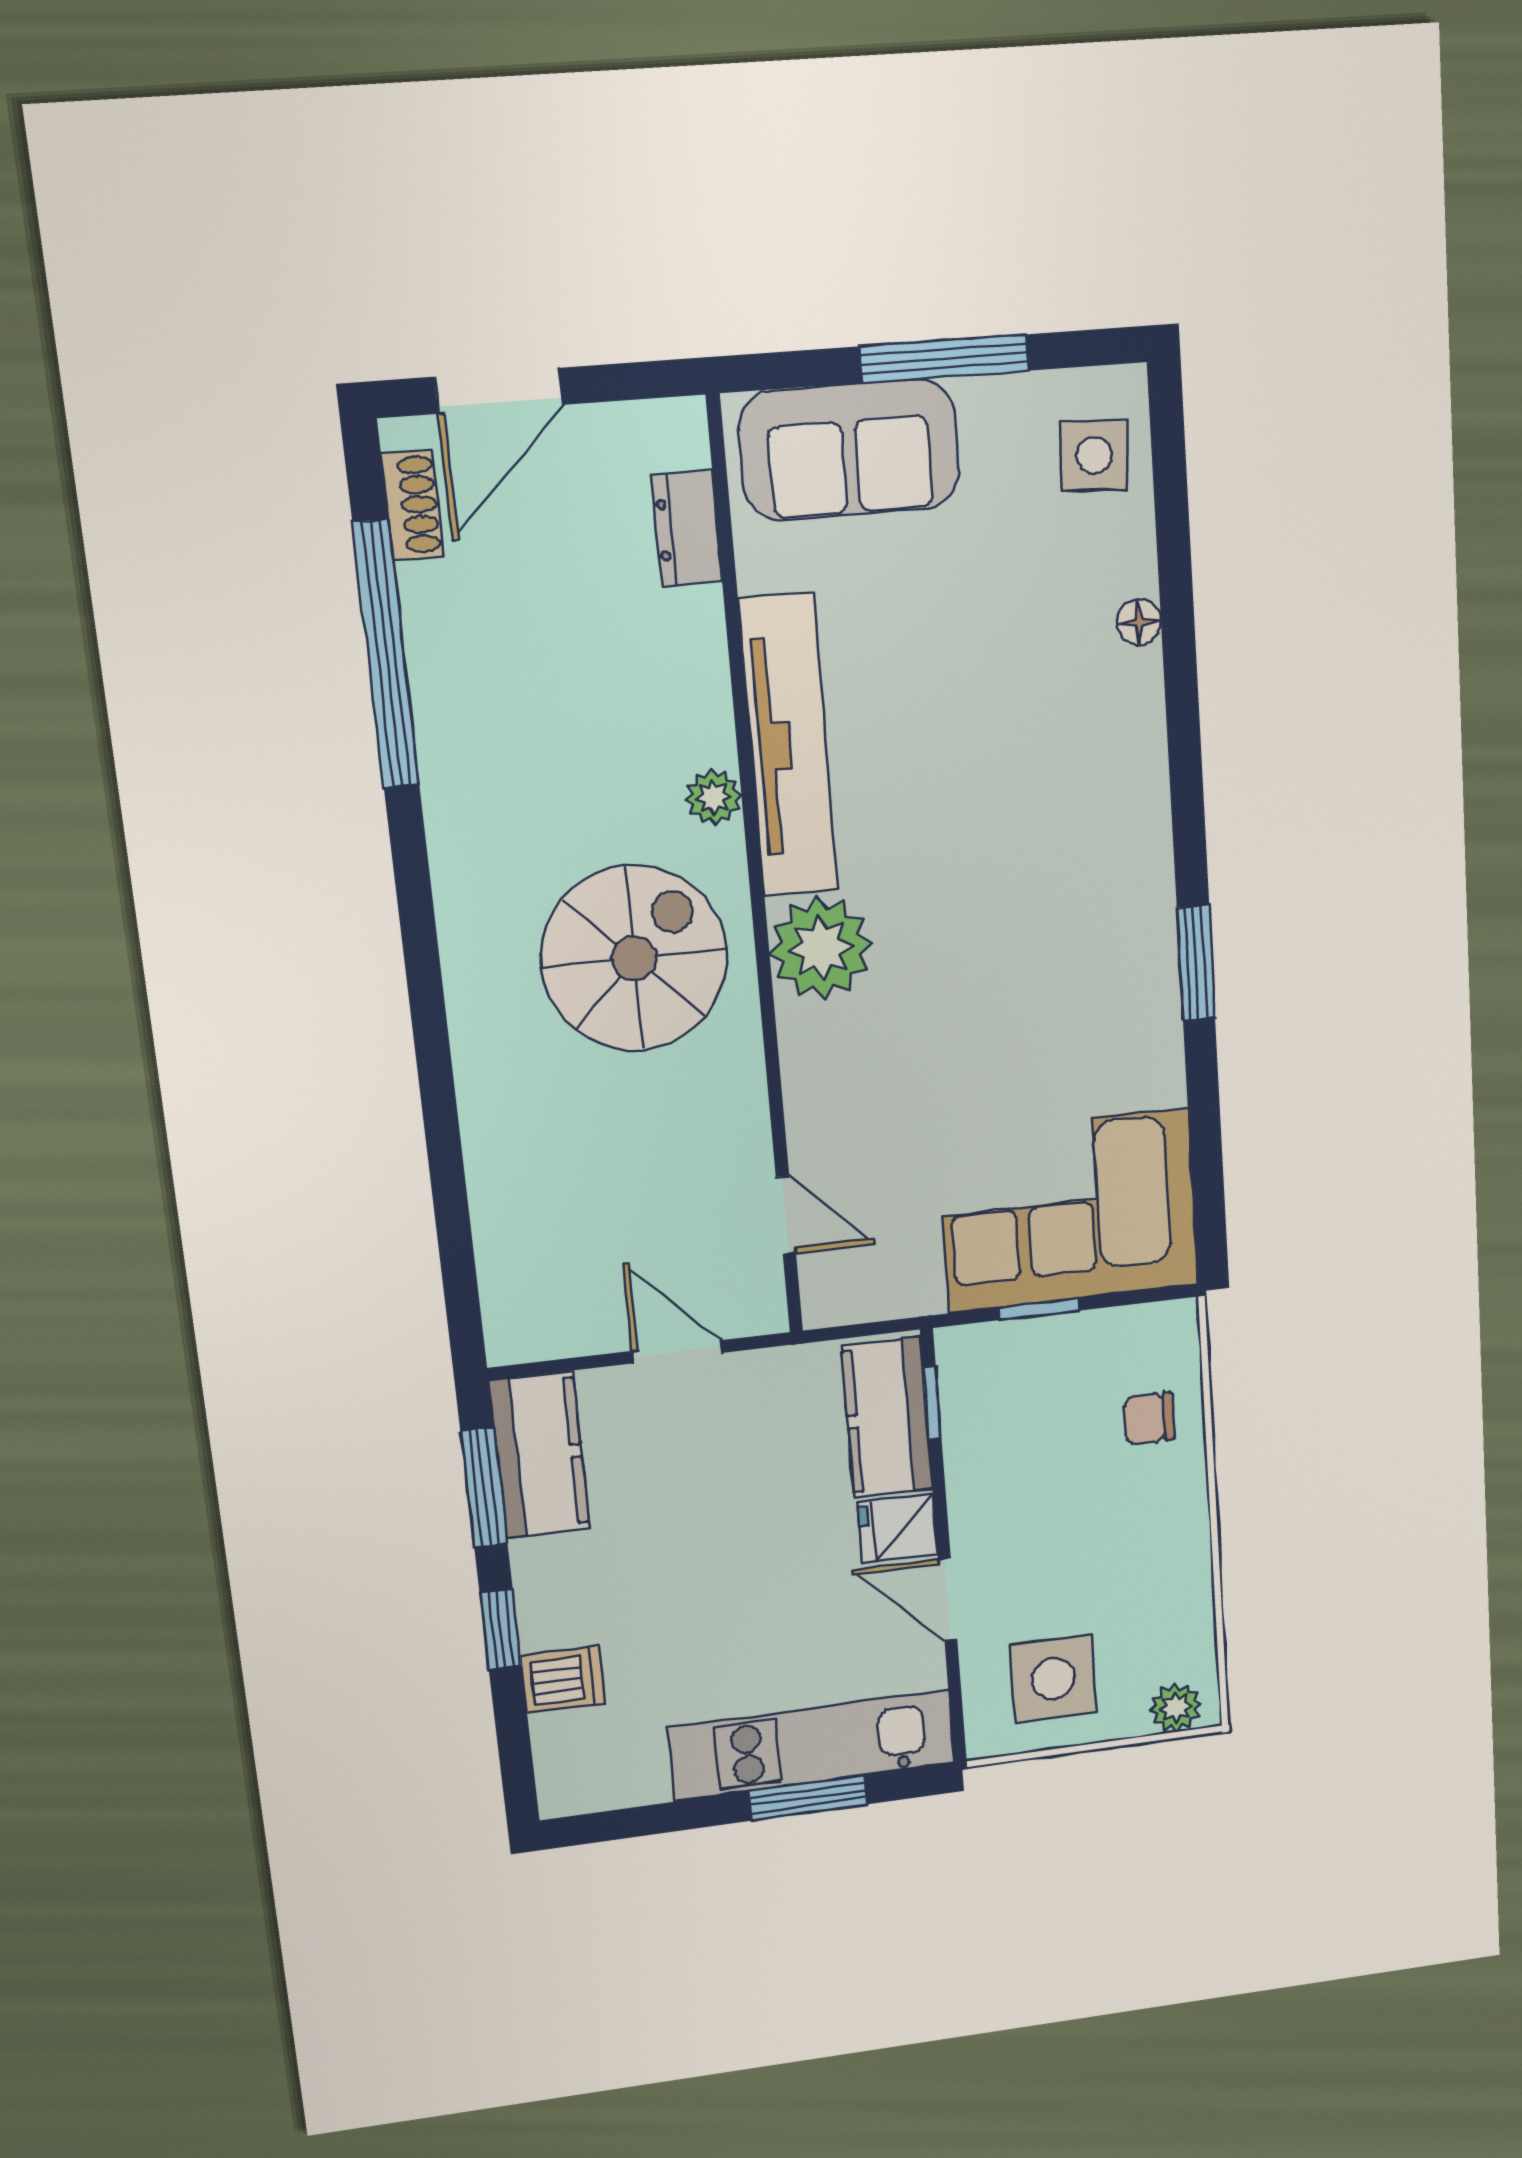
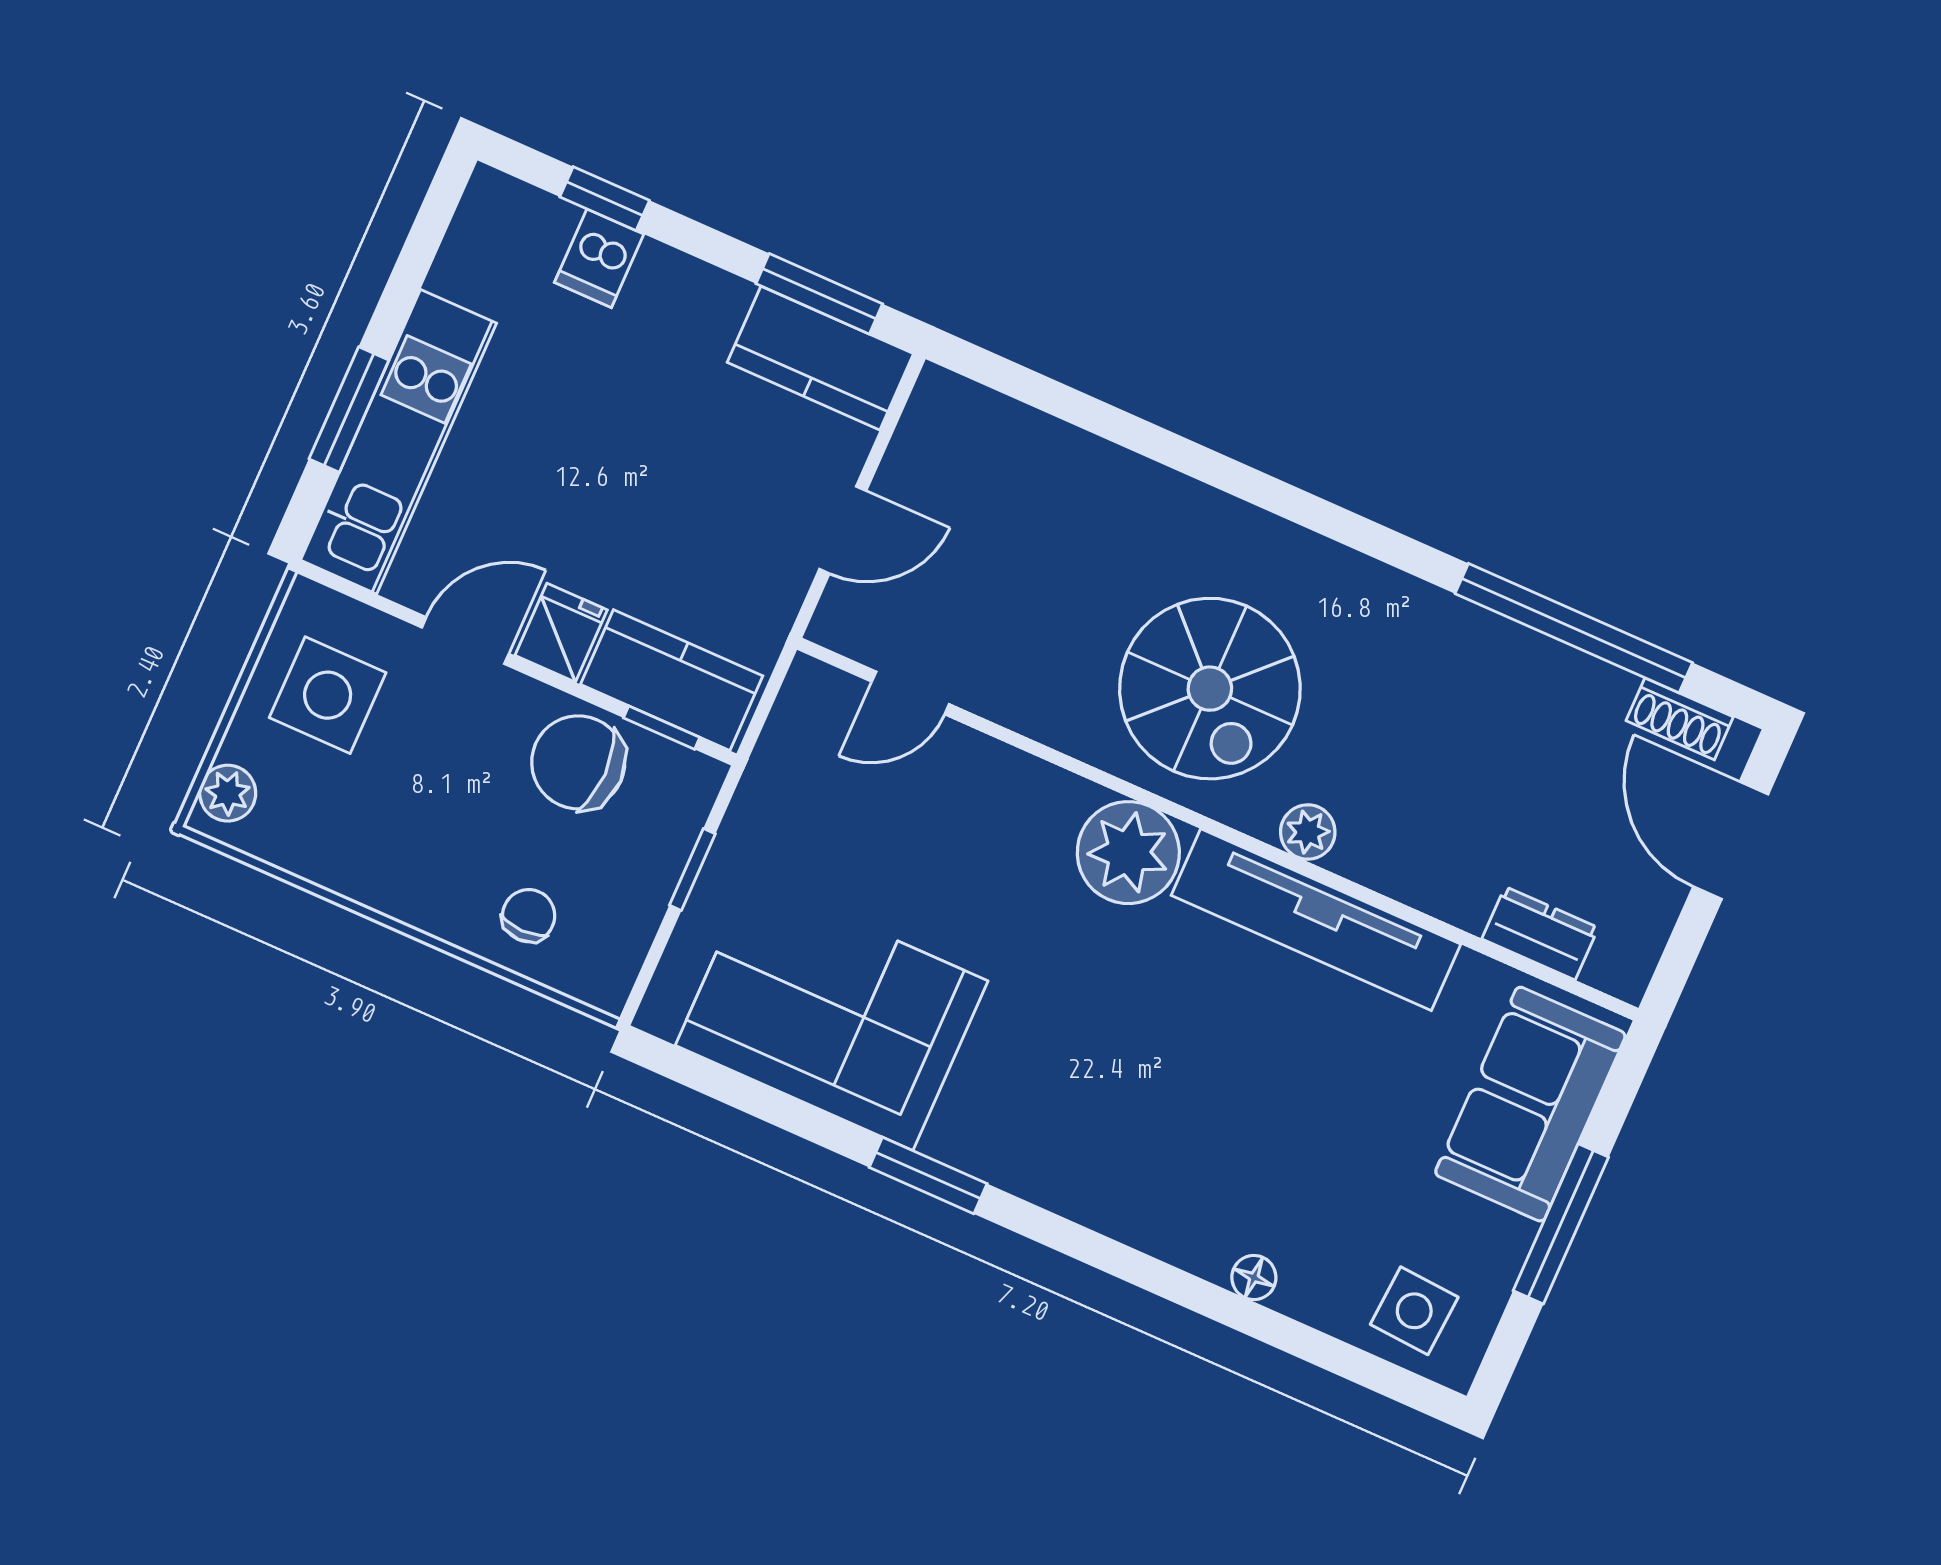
corner sofa: (1069, 1211) -> (832, 1013), moved, turned -90
chair: (999, 1453) -> (578, 762), added
window: (501, 1629) -> (605, 199), moved

